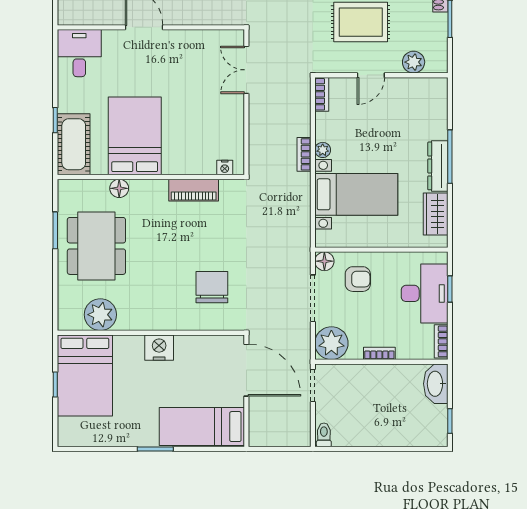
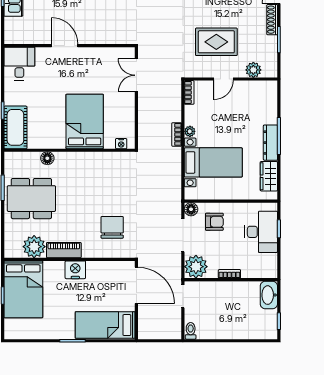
bed: (135, 136) -> (85, 121), moved
piano: (194, 190) -> (64, 250), moved, turned 180
dining table: (96, 246) -> (31, 199), turned 90
bookcase: (441, 341) -> (273, 265), removed

